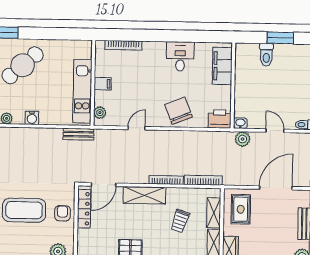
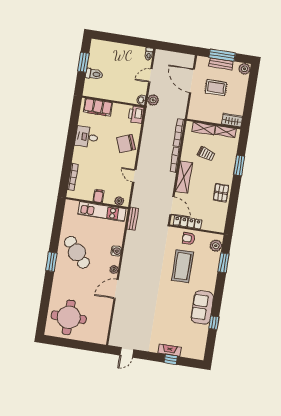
rug: (241, 209) -> (216, 88), moved

